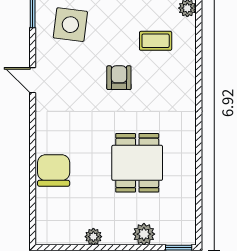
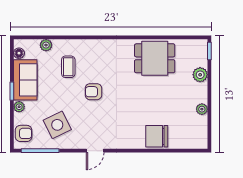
side table: (70, 25) -> (57, 125), turned -33
dining table: (137, 163) -> (155, 58), moved

